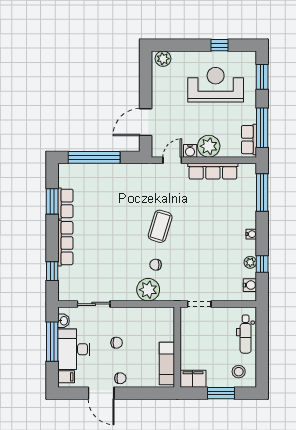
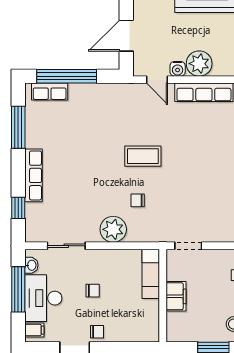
door: (172, 160) -> (157, 80), swing flipped
window: (52, 201) -> (18, 127), width x1.44
row of seats: (65, 203) -> (50, 92), moved, turned 90
coffee table: (160, 226) -> (143, 156), turned 73
plant: (148, 290) -> (113, 229), moved
exam couch: (167, 363) -> (151, 274), moved
filing cabinet: (193, 379) -> (176, 296), moved, turned 90

